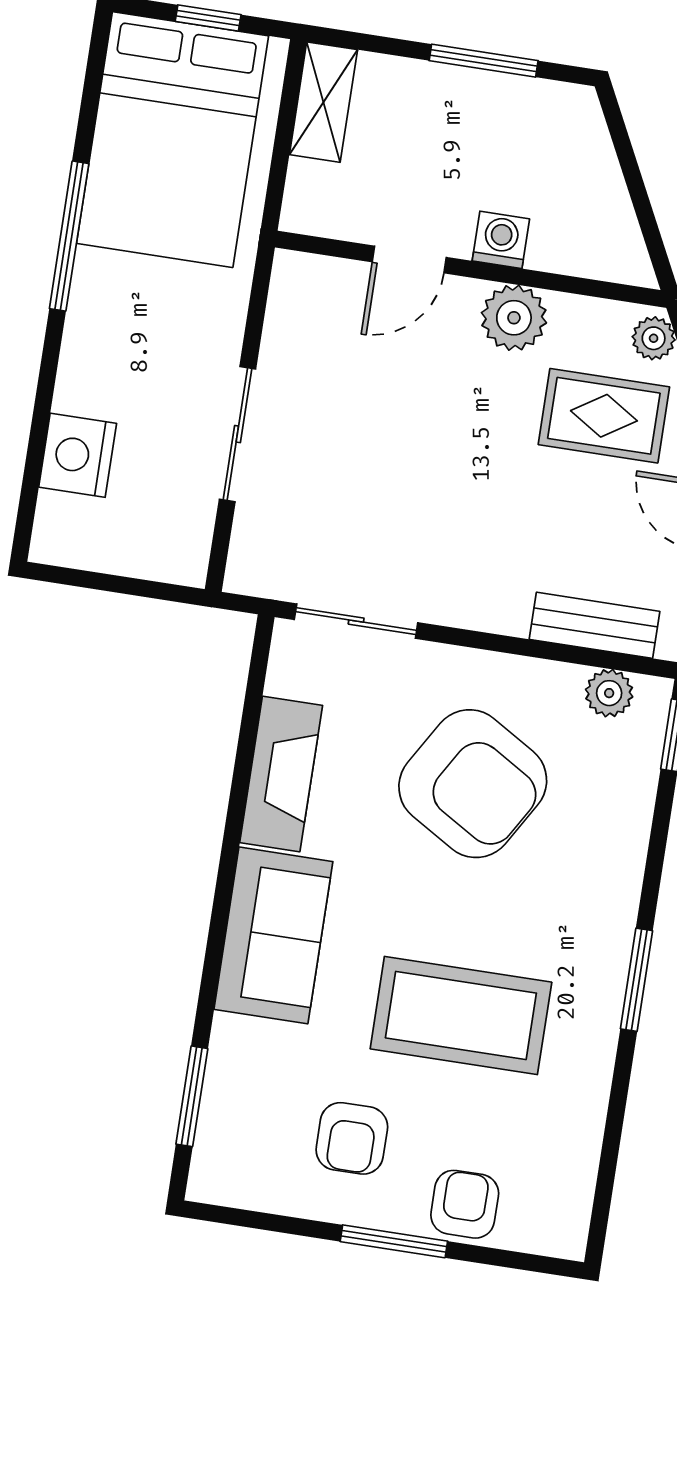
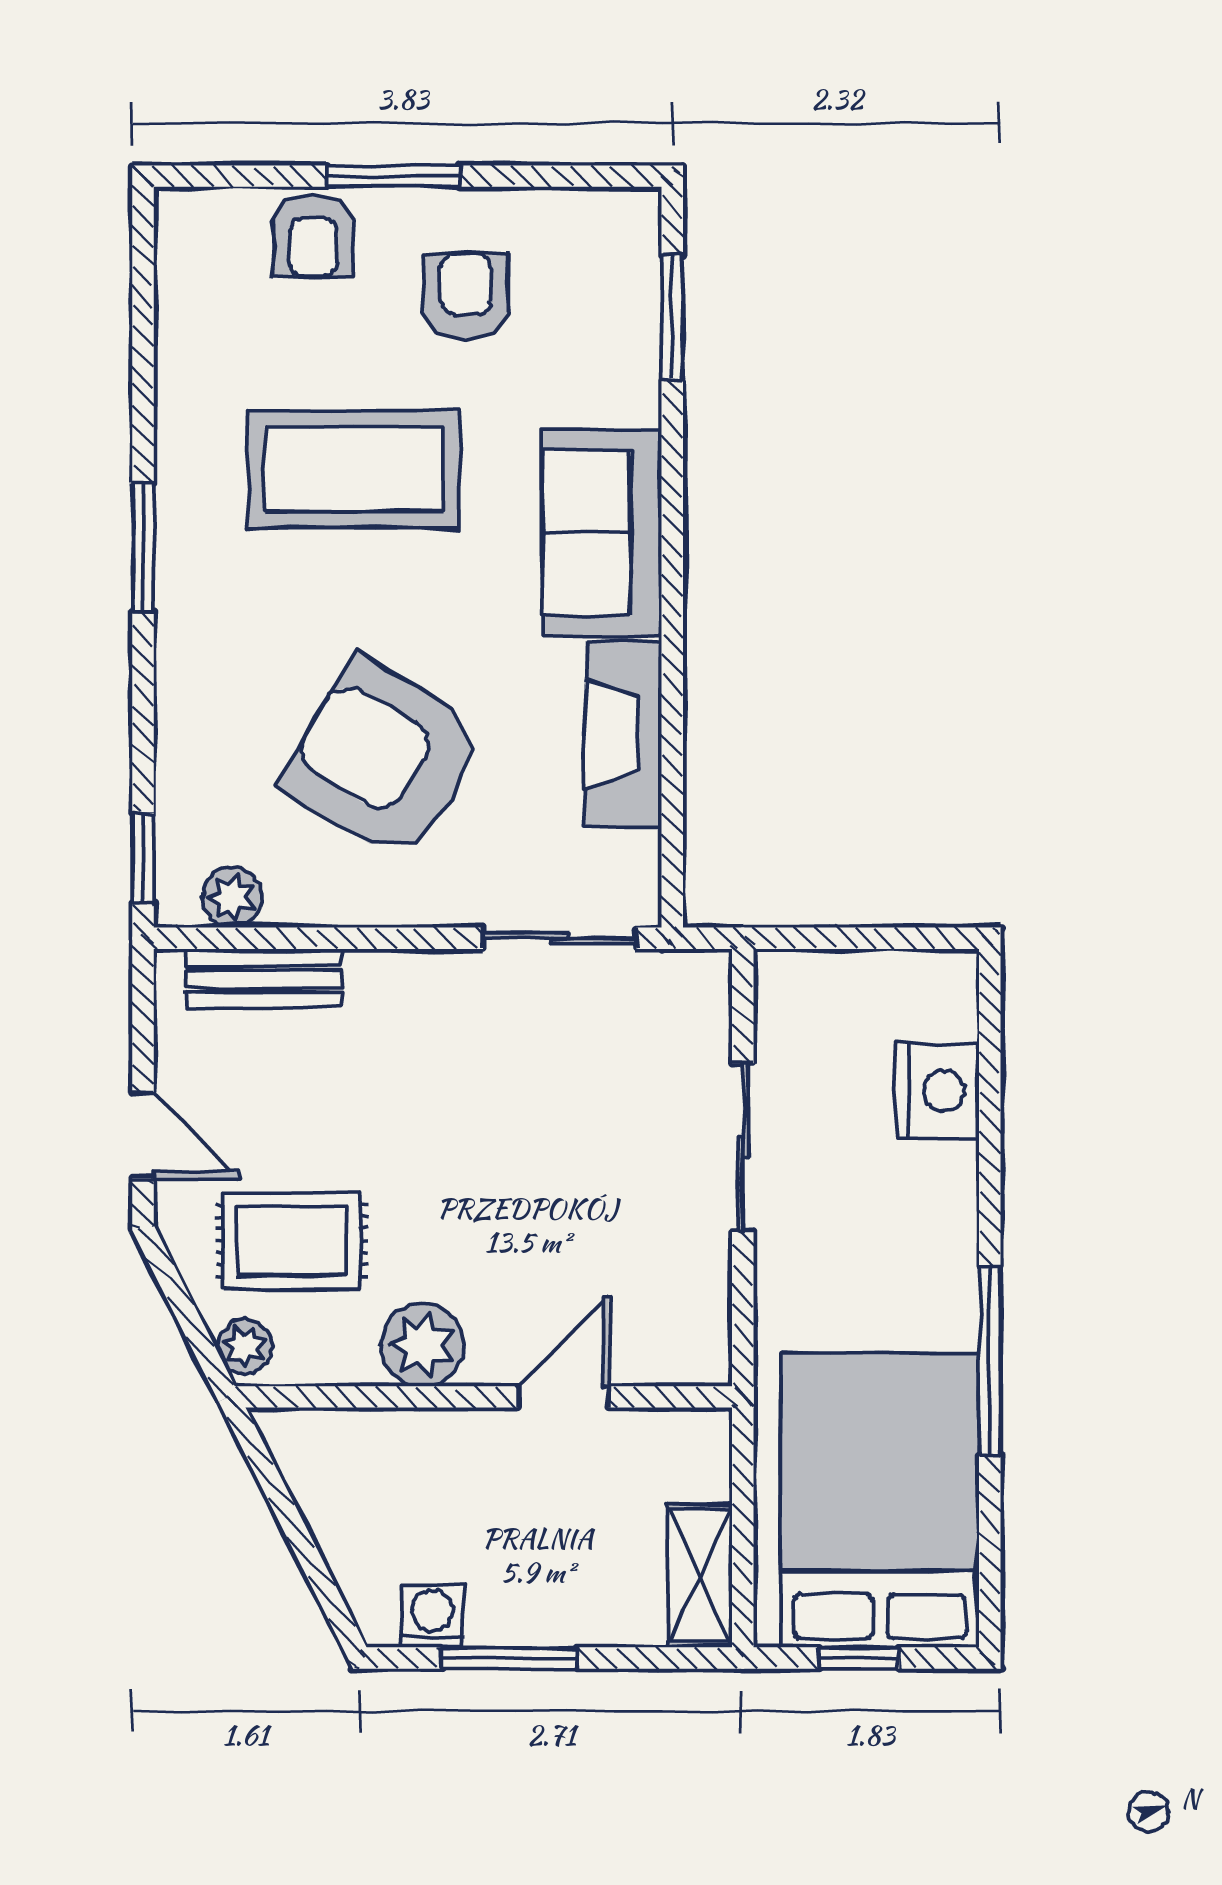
washing machine: (501, 240) -> (432, 1616), moved, turned 180

